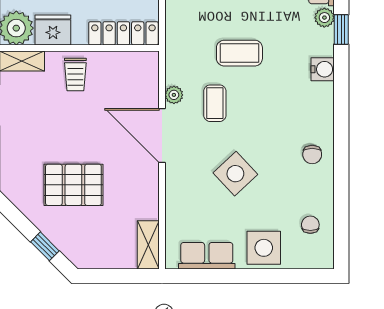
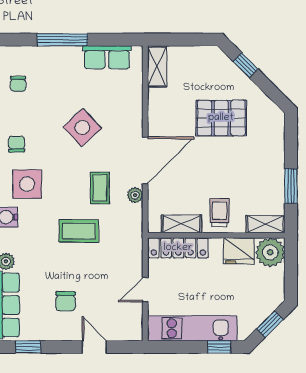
shelving: (120, 61) -> (182, 224), added
door: (162, 136) -> (145, 160), hinge flipped
side table: (264, 248) -> (27, 184), moved
window: (259, 276) -> (62, 40), added

